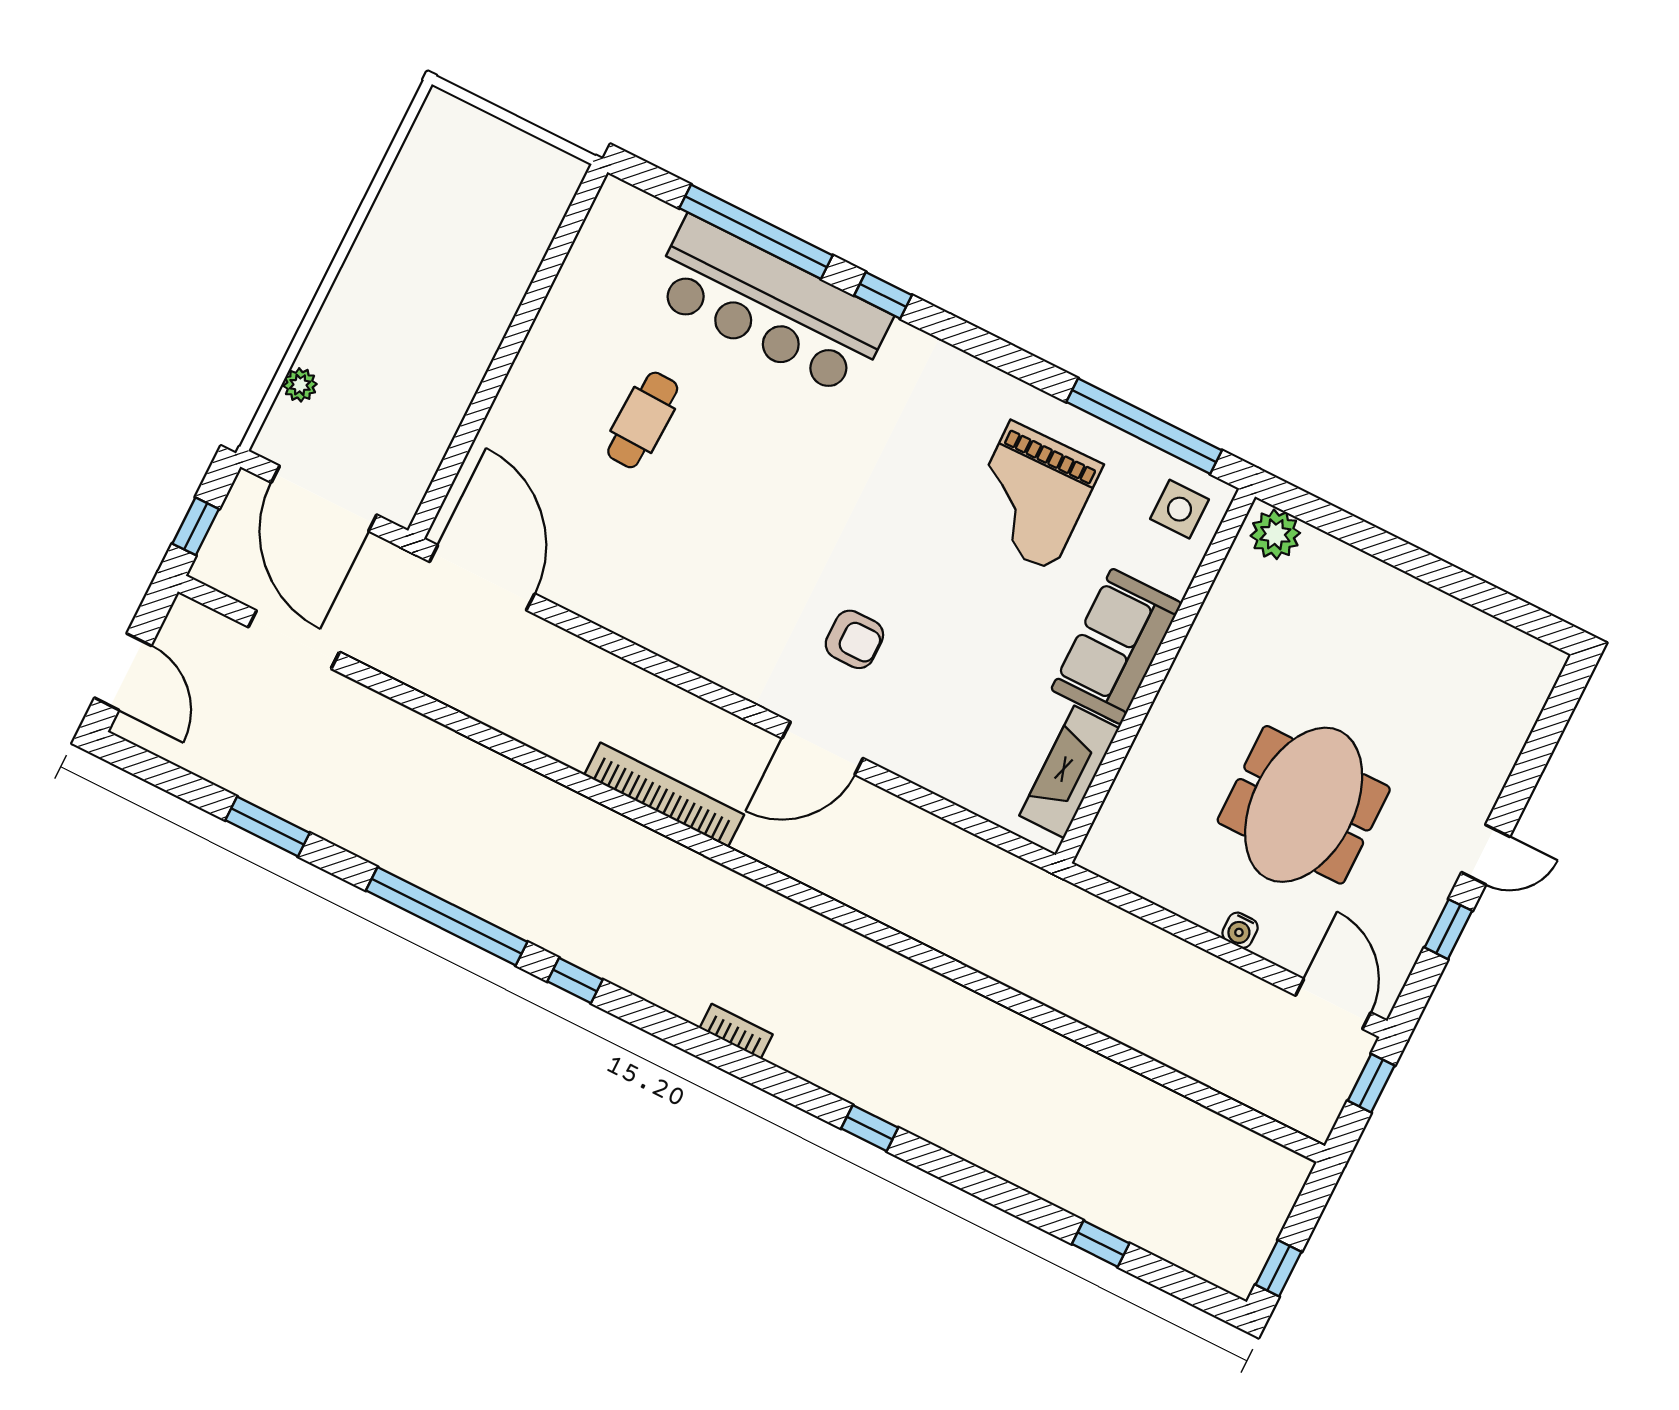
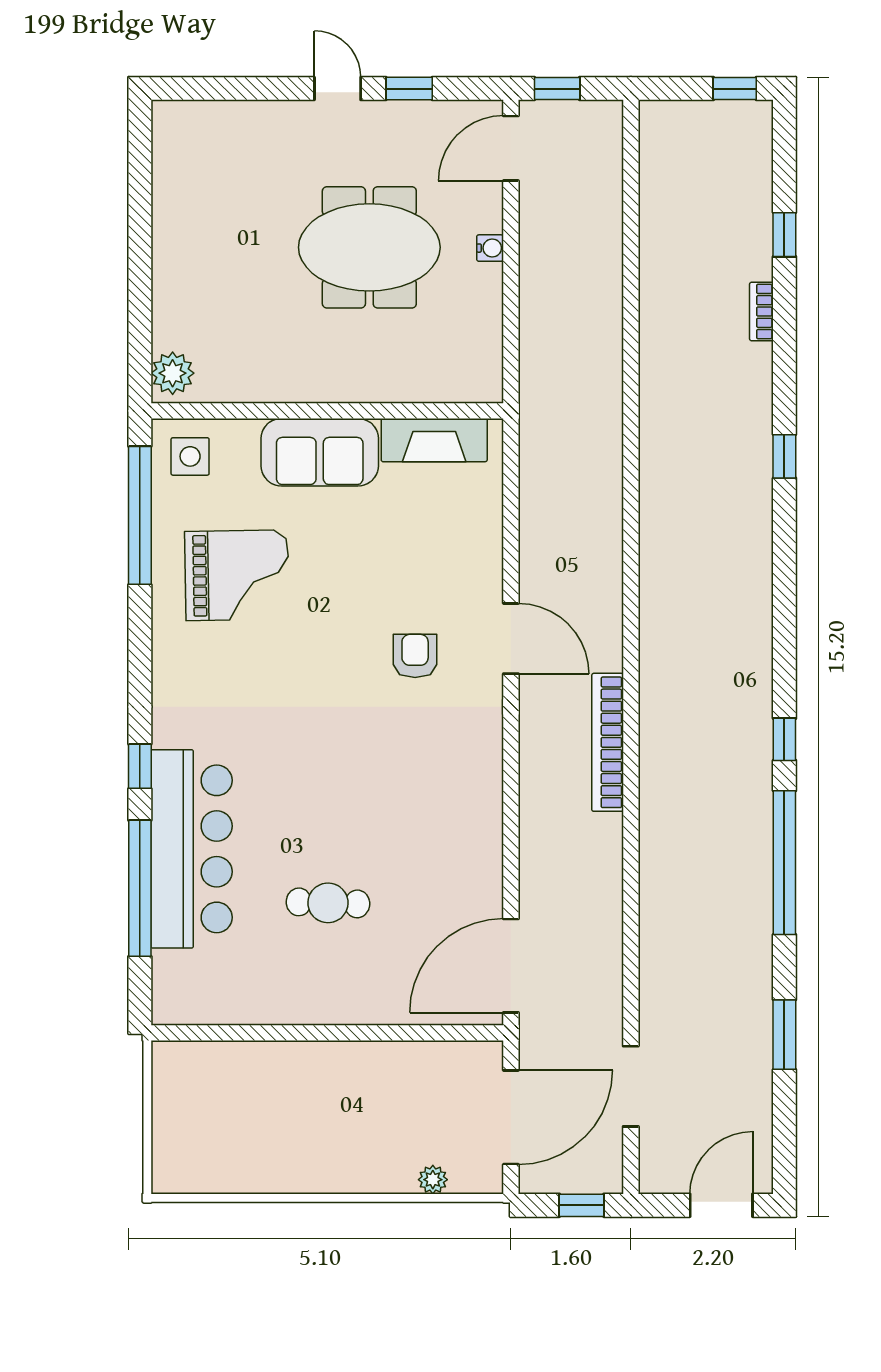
bookcase: (736, 1031) -> (761, 312), moved

